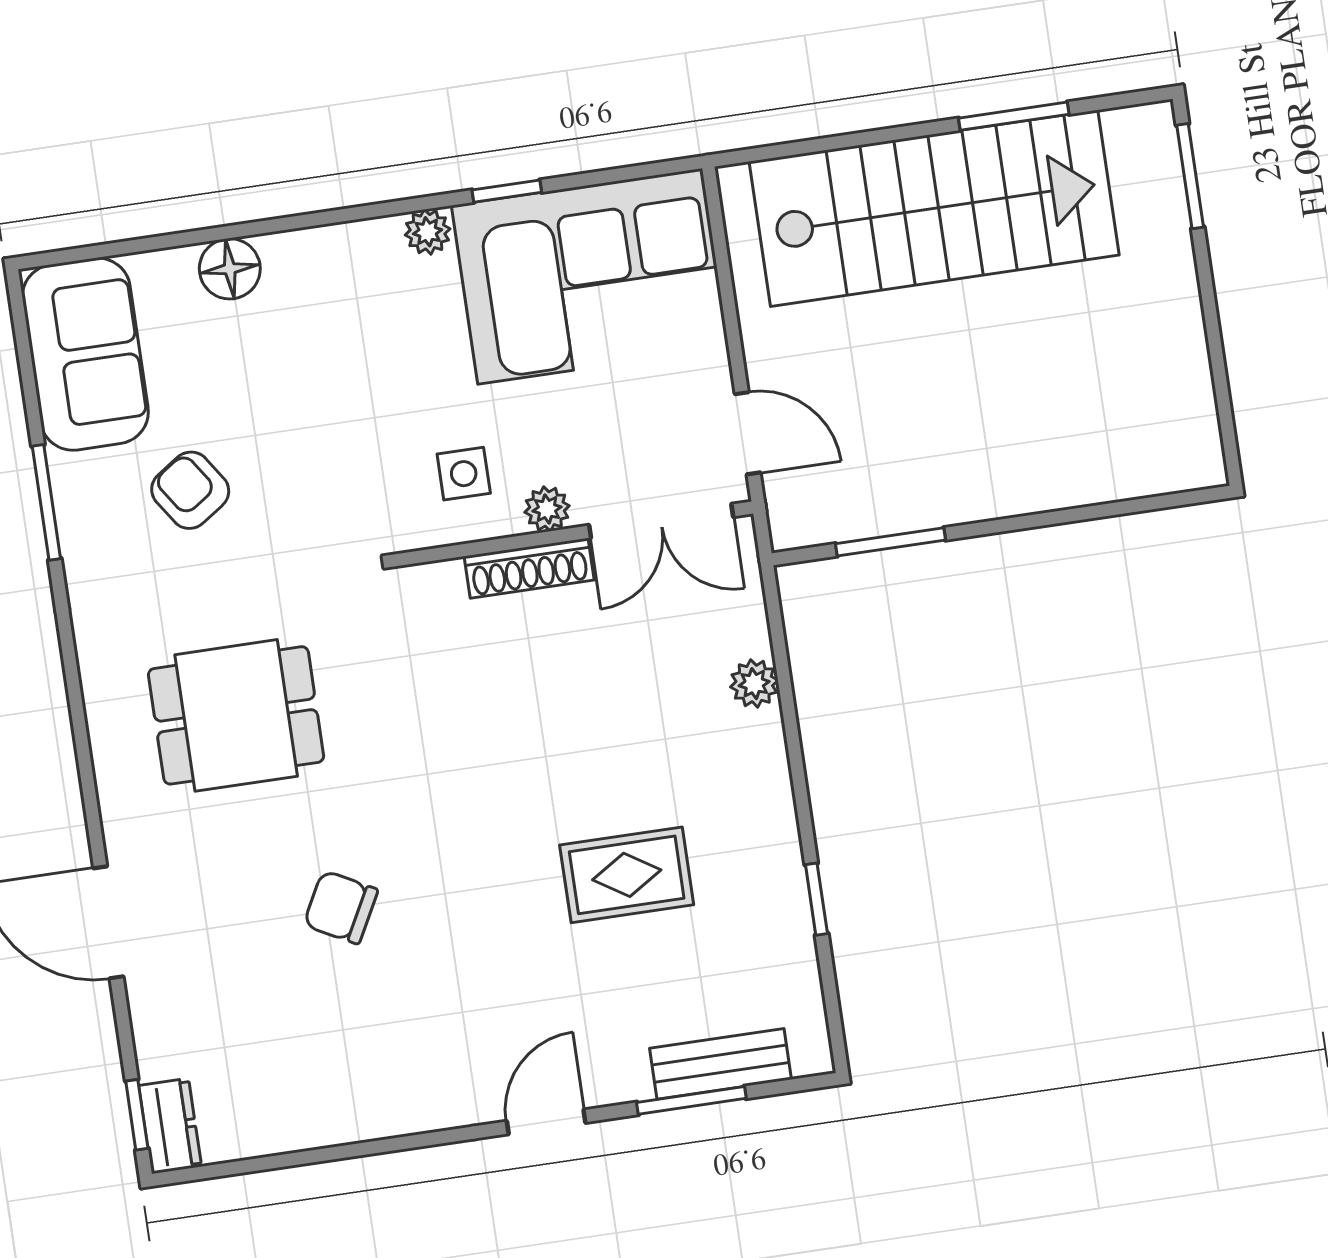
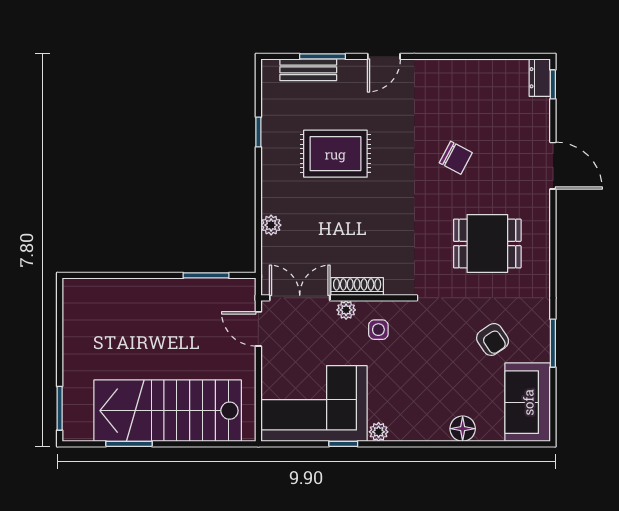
rug: (627, 875) -> (335, 154), width x1.36, depth x1.43

